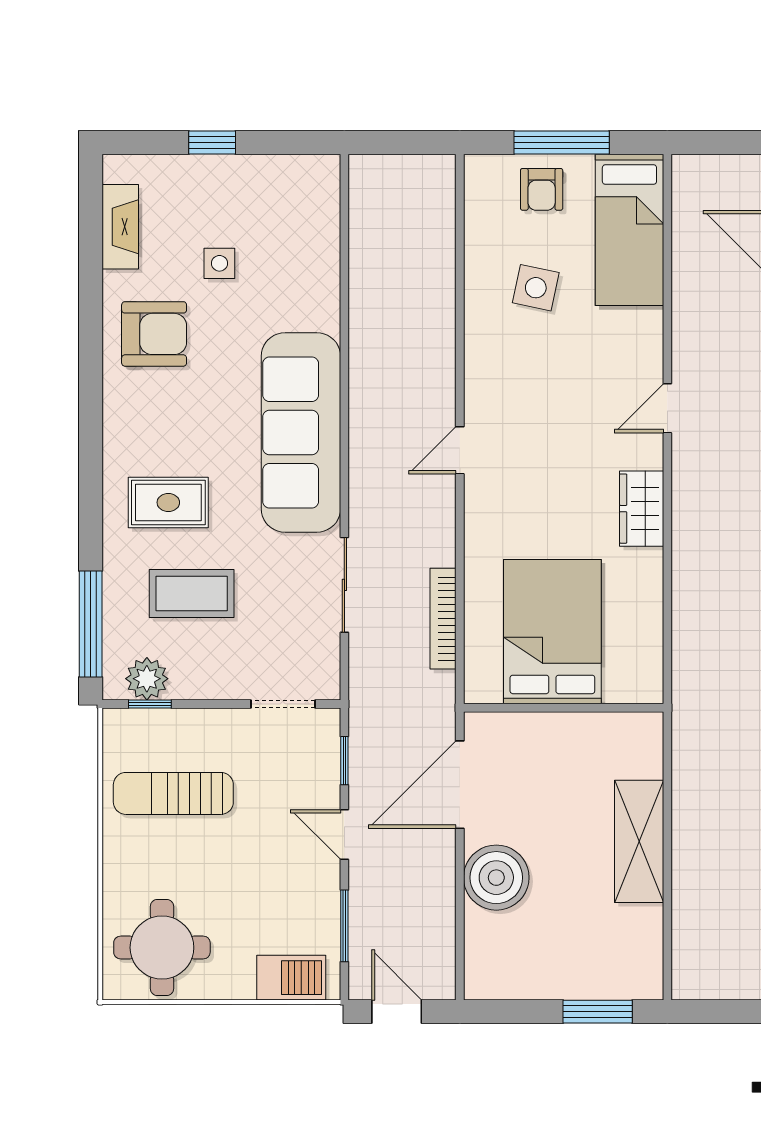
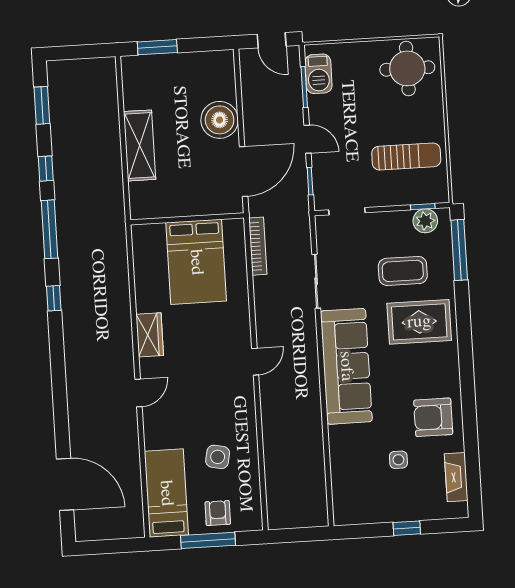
rug: (168, 502) -> (419, 322), width x1.36, depth x1.43
bookcase: (443, 619) -> (258, 246), moved
barbecue: (291, 978) -> (318, 74), moved, turned -90

